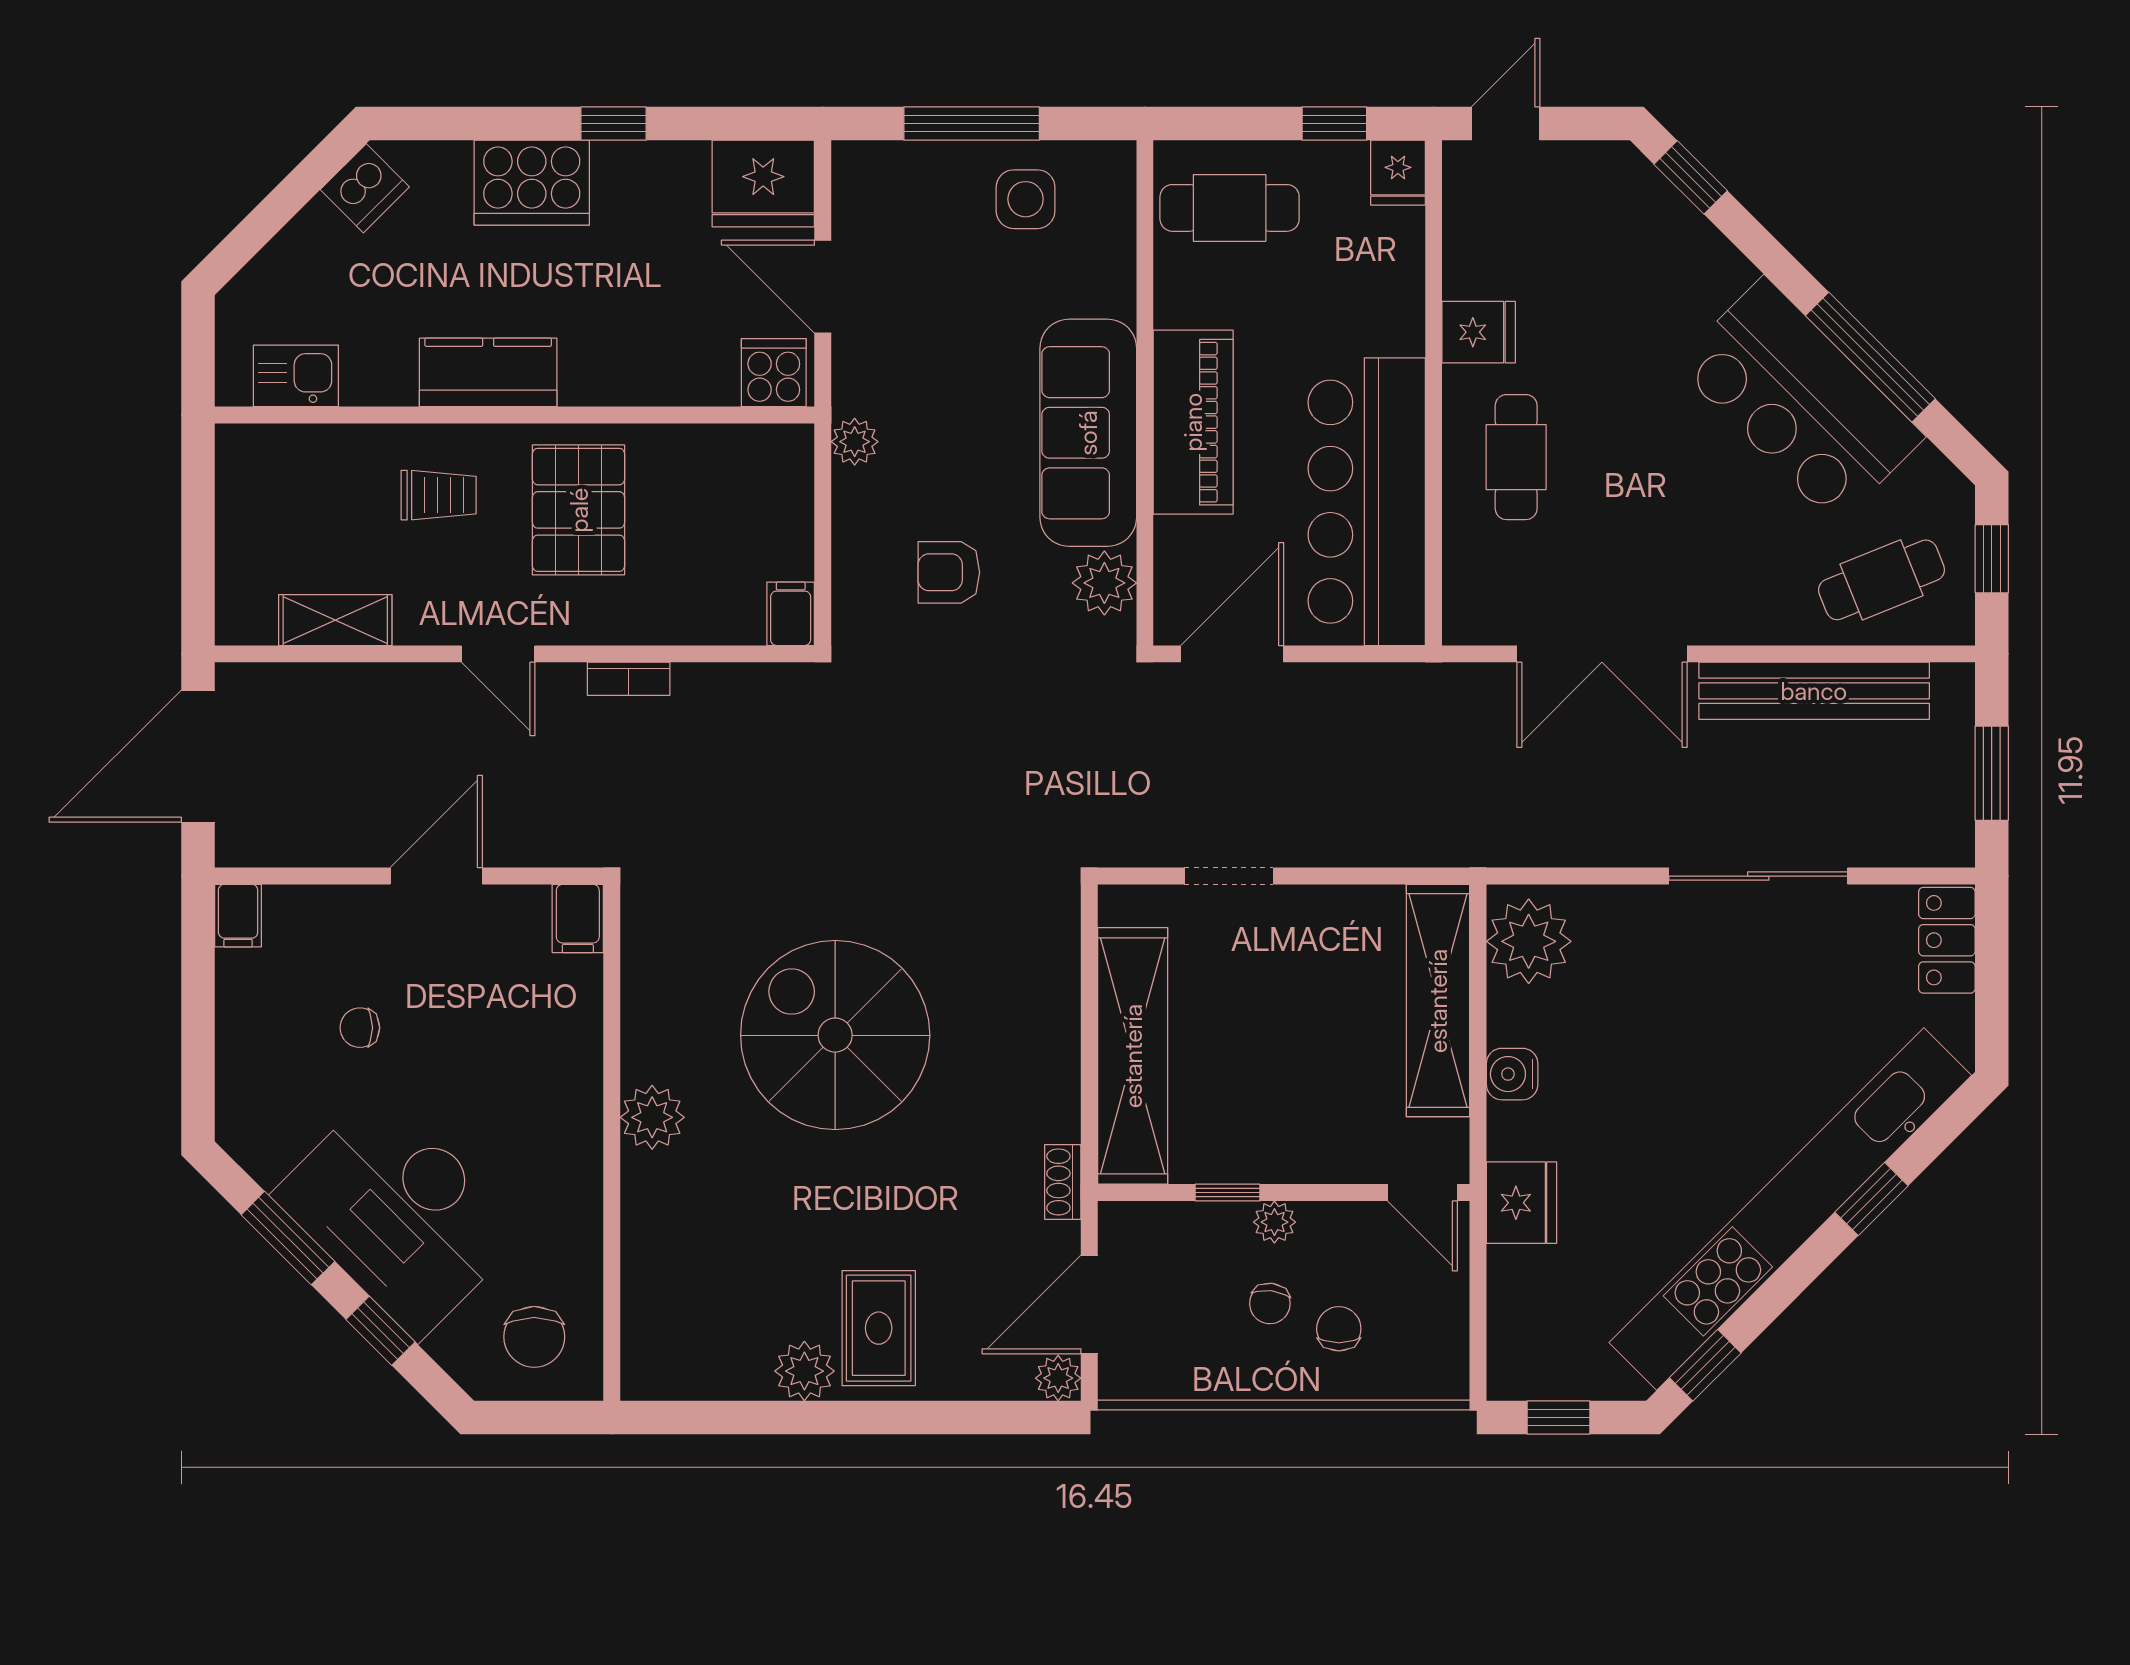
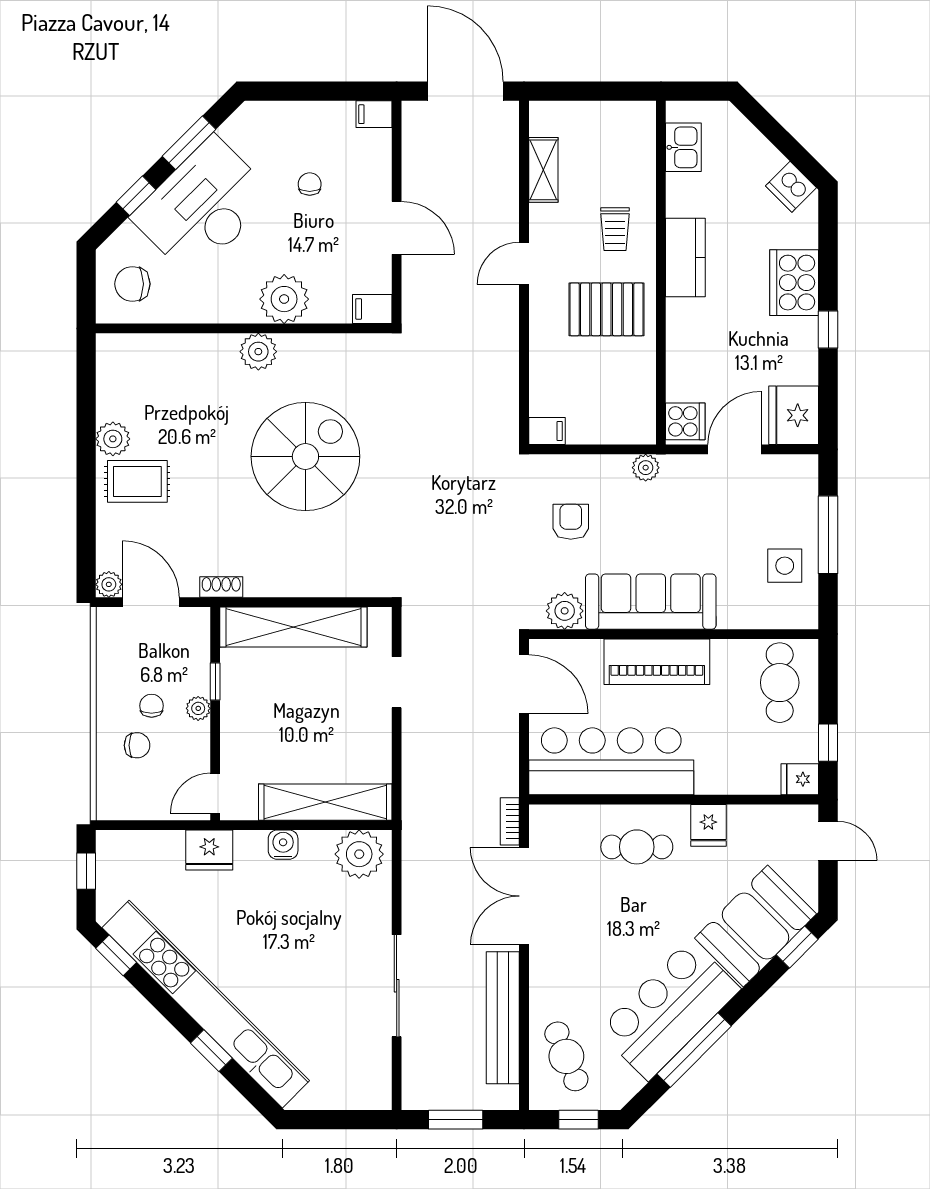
booth: (1654, 250) -> (755, 926), added
bookcase: (629, 679) -> (510, 821), moved
locker: (1947, 940) -> (360, 1094), removed
plant: (561, 1072) -> (284, 299), added
chair: (1270, 1304) -> (152, 706), turned 83

